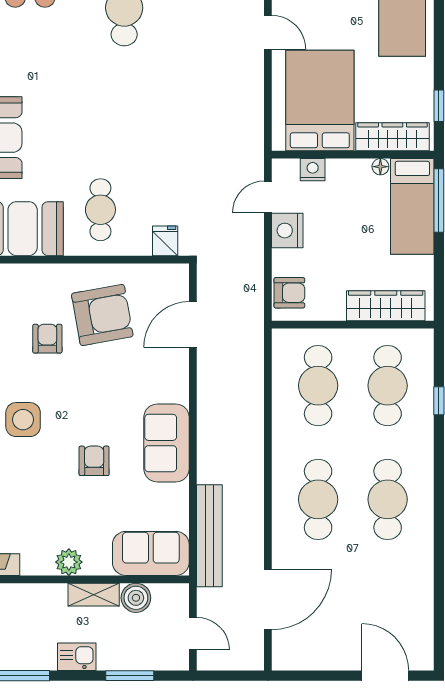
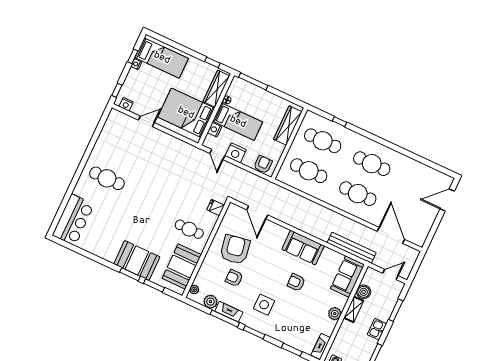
bed: (412, 206) -> (238, 122), moved

